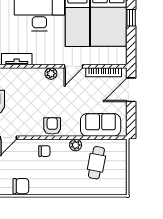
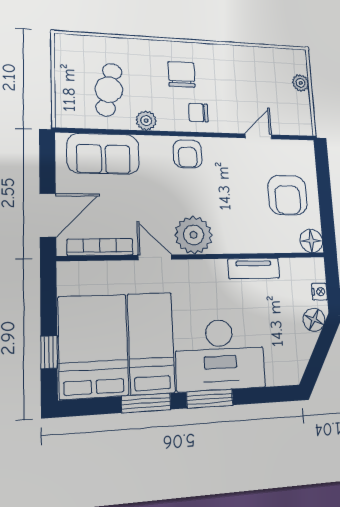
door: (74, 66) -> (155, 257), hinge flipped
plant: (51, 74) -> (194, 235), width x1.87, depth x1.87
chair: (21, 186) -> (181, 74), moved, turned 90

